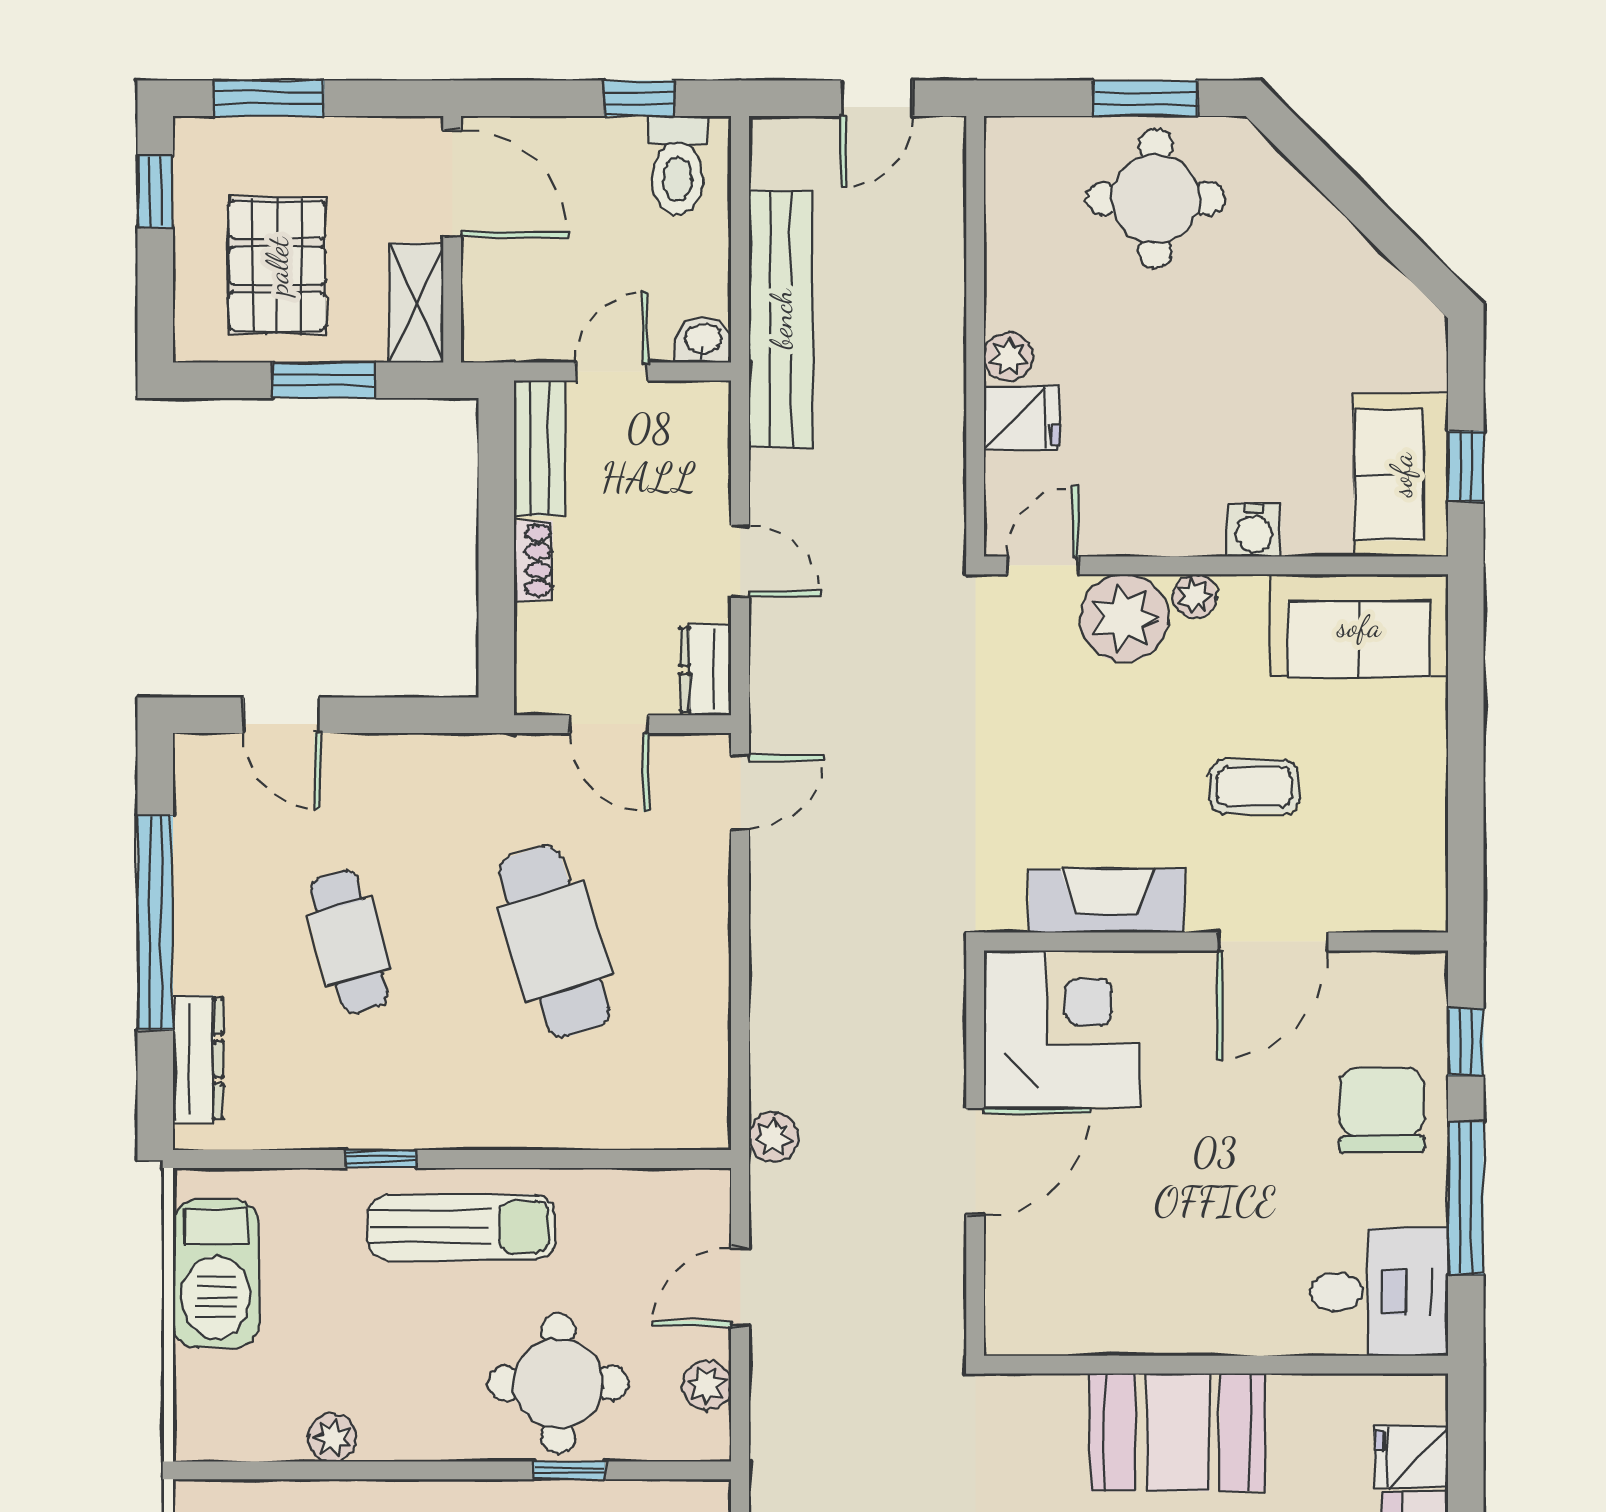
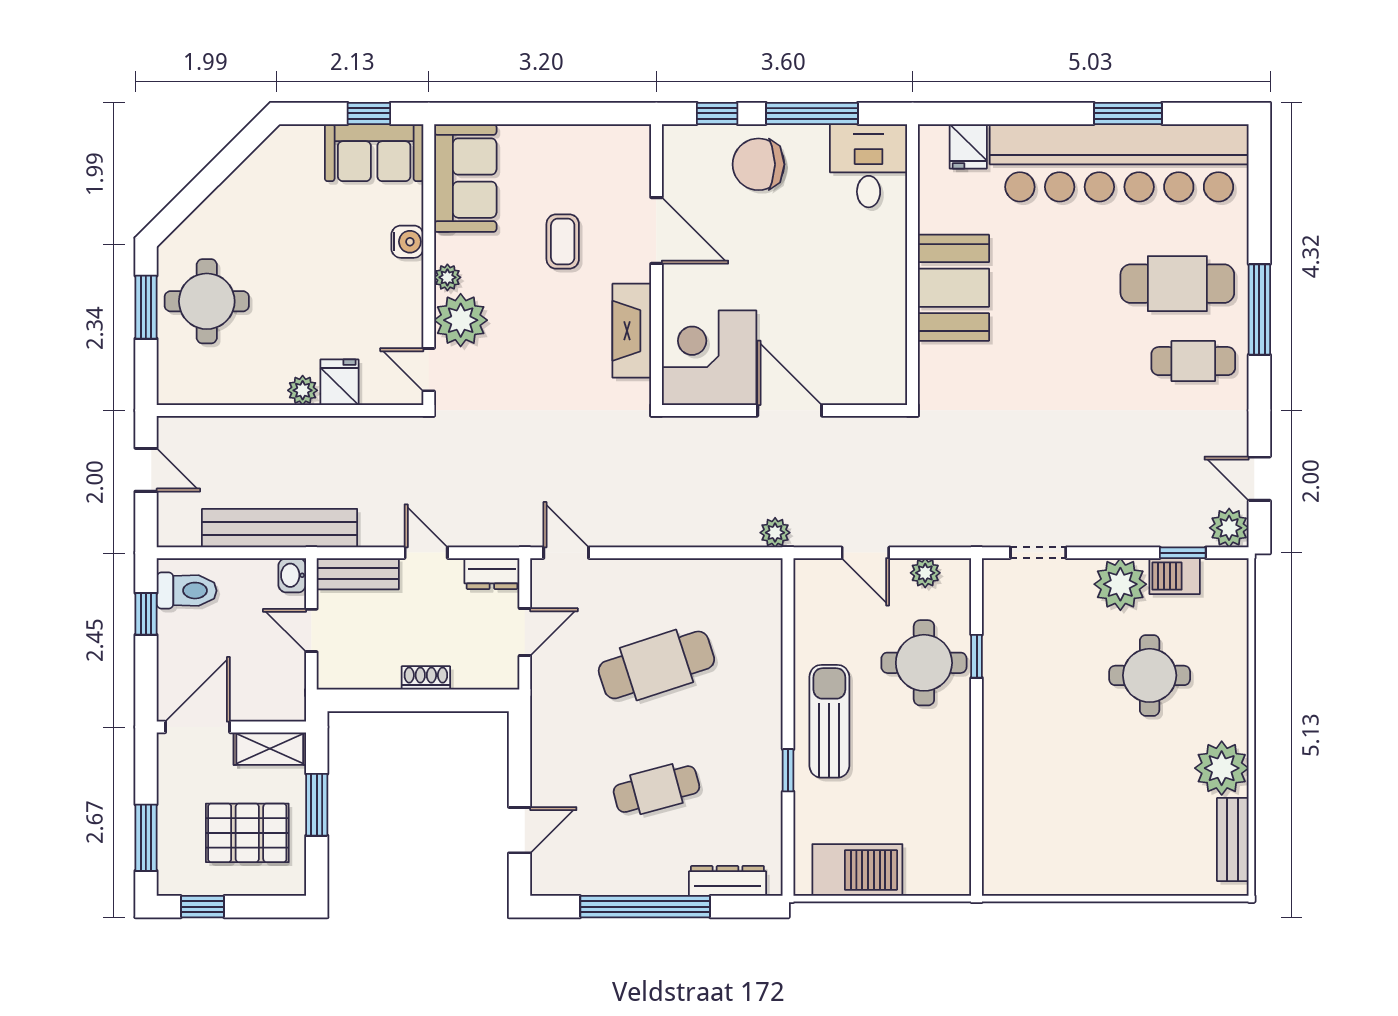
bench: (540, 448) -> (358, 574), moved
door: (740, 561) -> (426, 553), hinge flipped
plant: (333, 1438) -> (957, 799), removed

